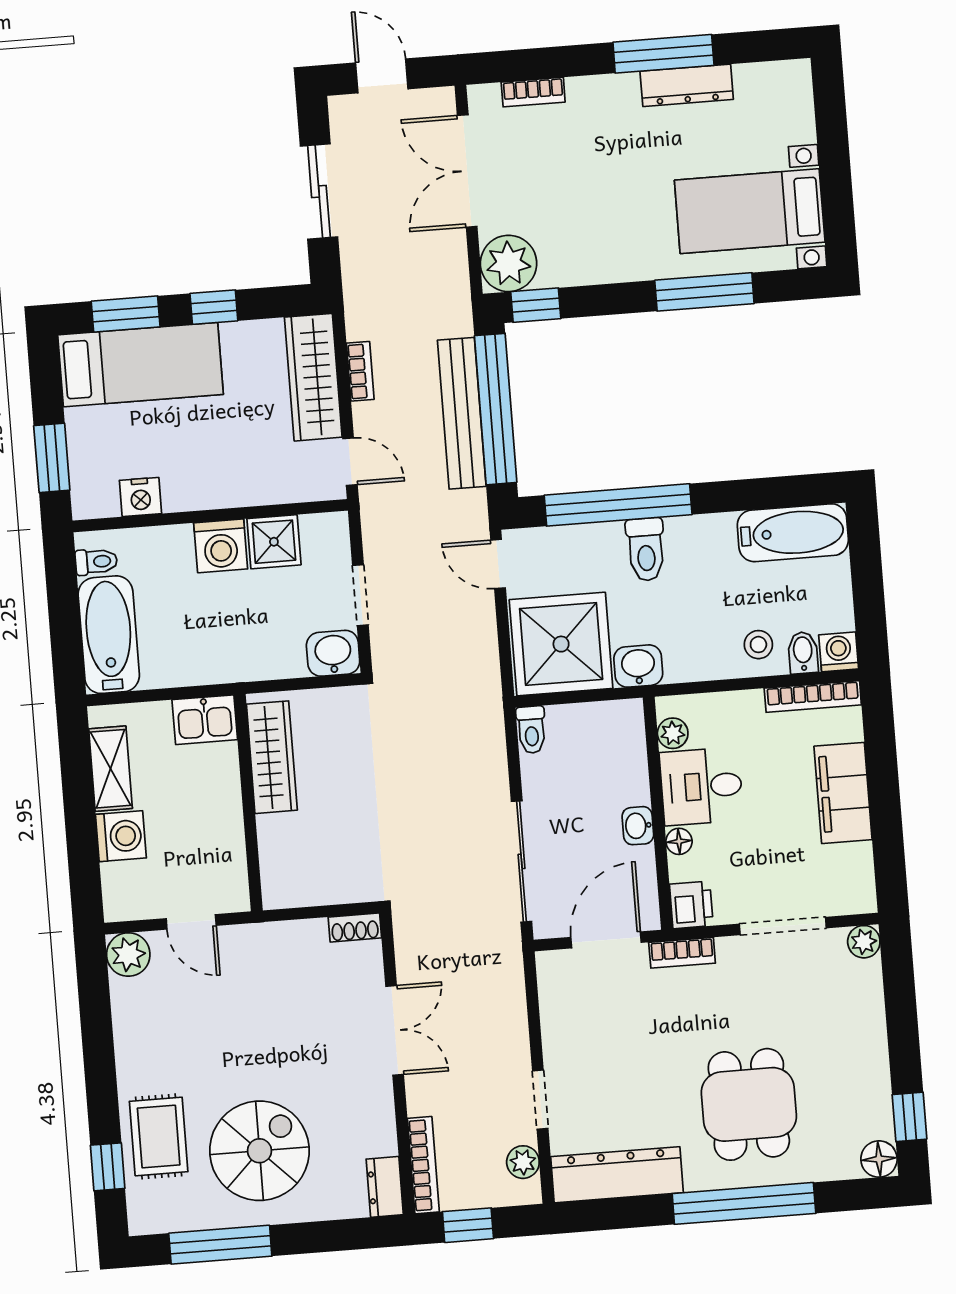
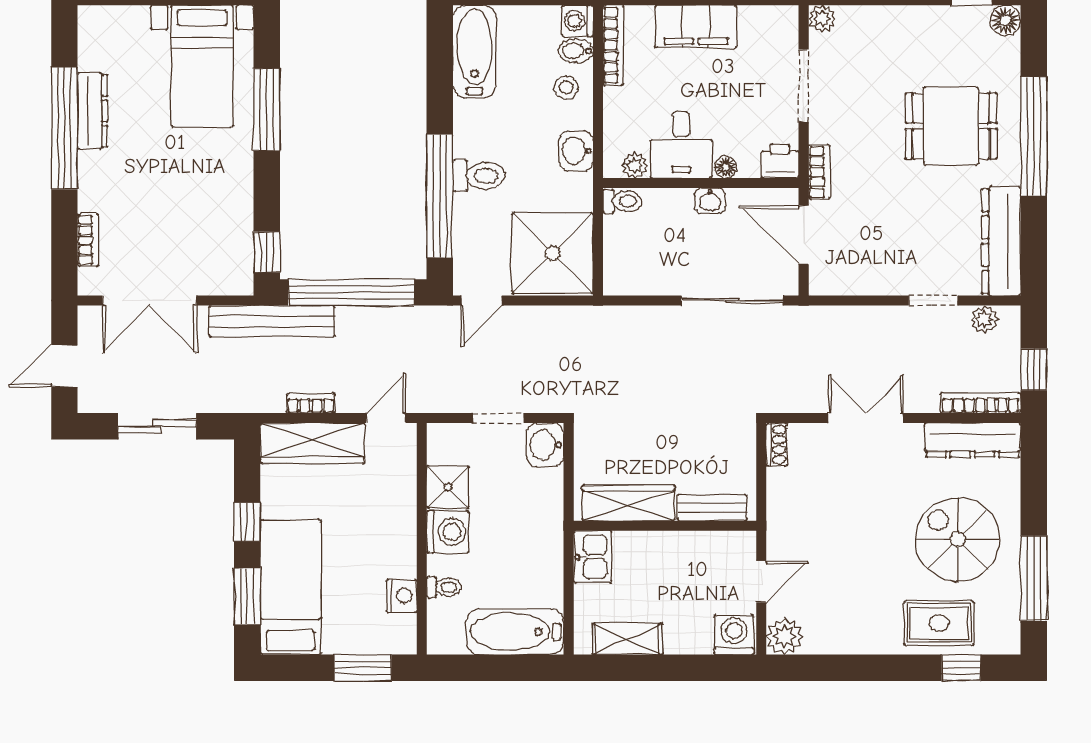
window: (663, 54) -> (64, 128), width x1.46
plant: (509, 263) -> (230, 272), removed
bench: (462, 413) -> (272, 321), moved
toilet: (96, 562) -> (444, 587), moved, turned 90
washbasin: (638, 666) -> (576, 151), moved
toilet: (531, 730) -> (622, 201), moved
washing machine: (121, 836) -> (734, 635), moved
bench: (274, 857) -> (712, 508), added
dresser: (385, 1187) -> (972, 440), width x1.96, depth x1.24

